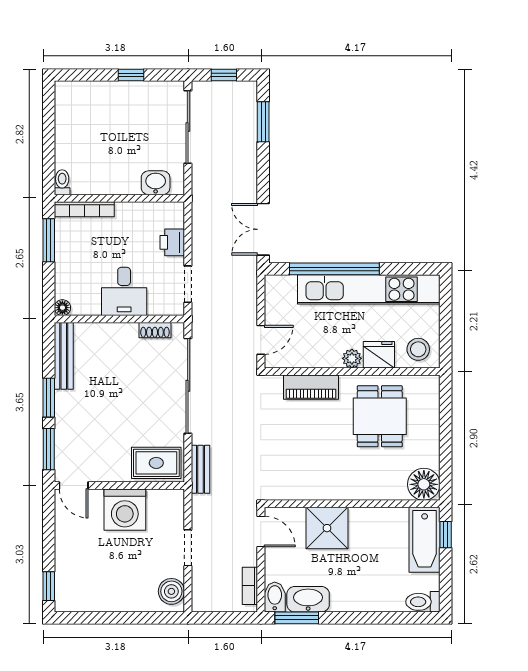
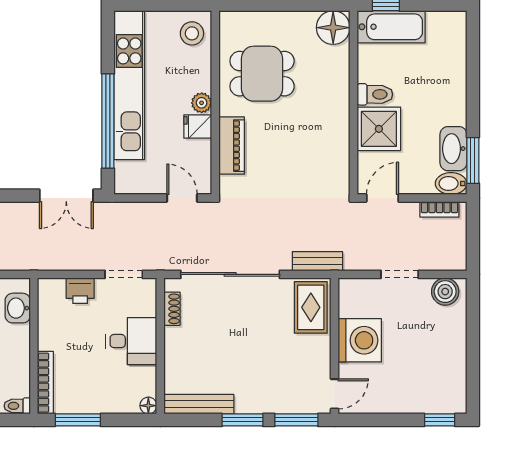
fridge: (379, 355) -> (198, 126), moved, width x0.72
toilet: (423, 602) -> (375, 94), moved, turned -90

